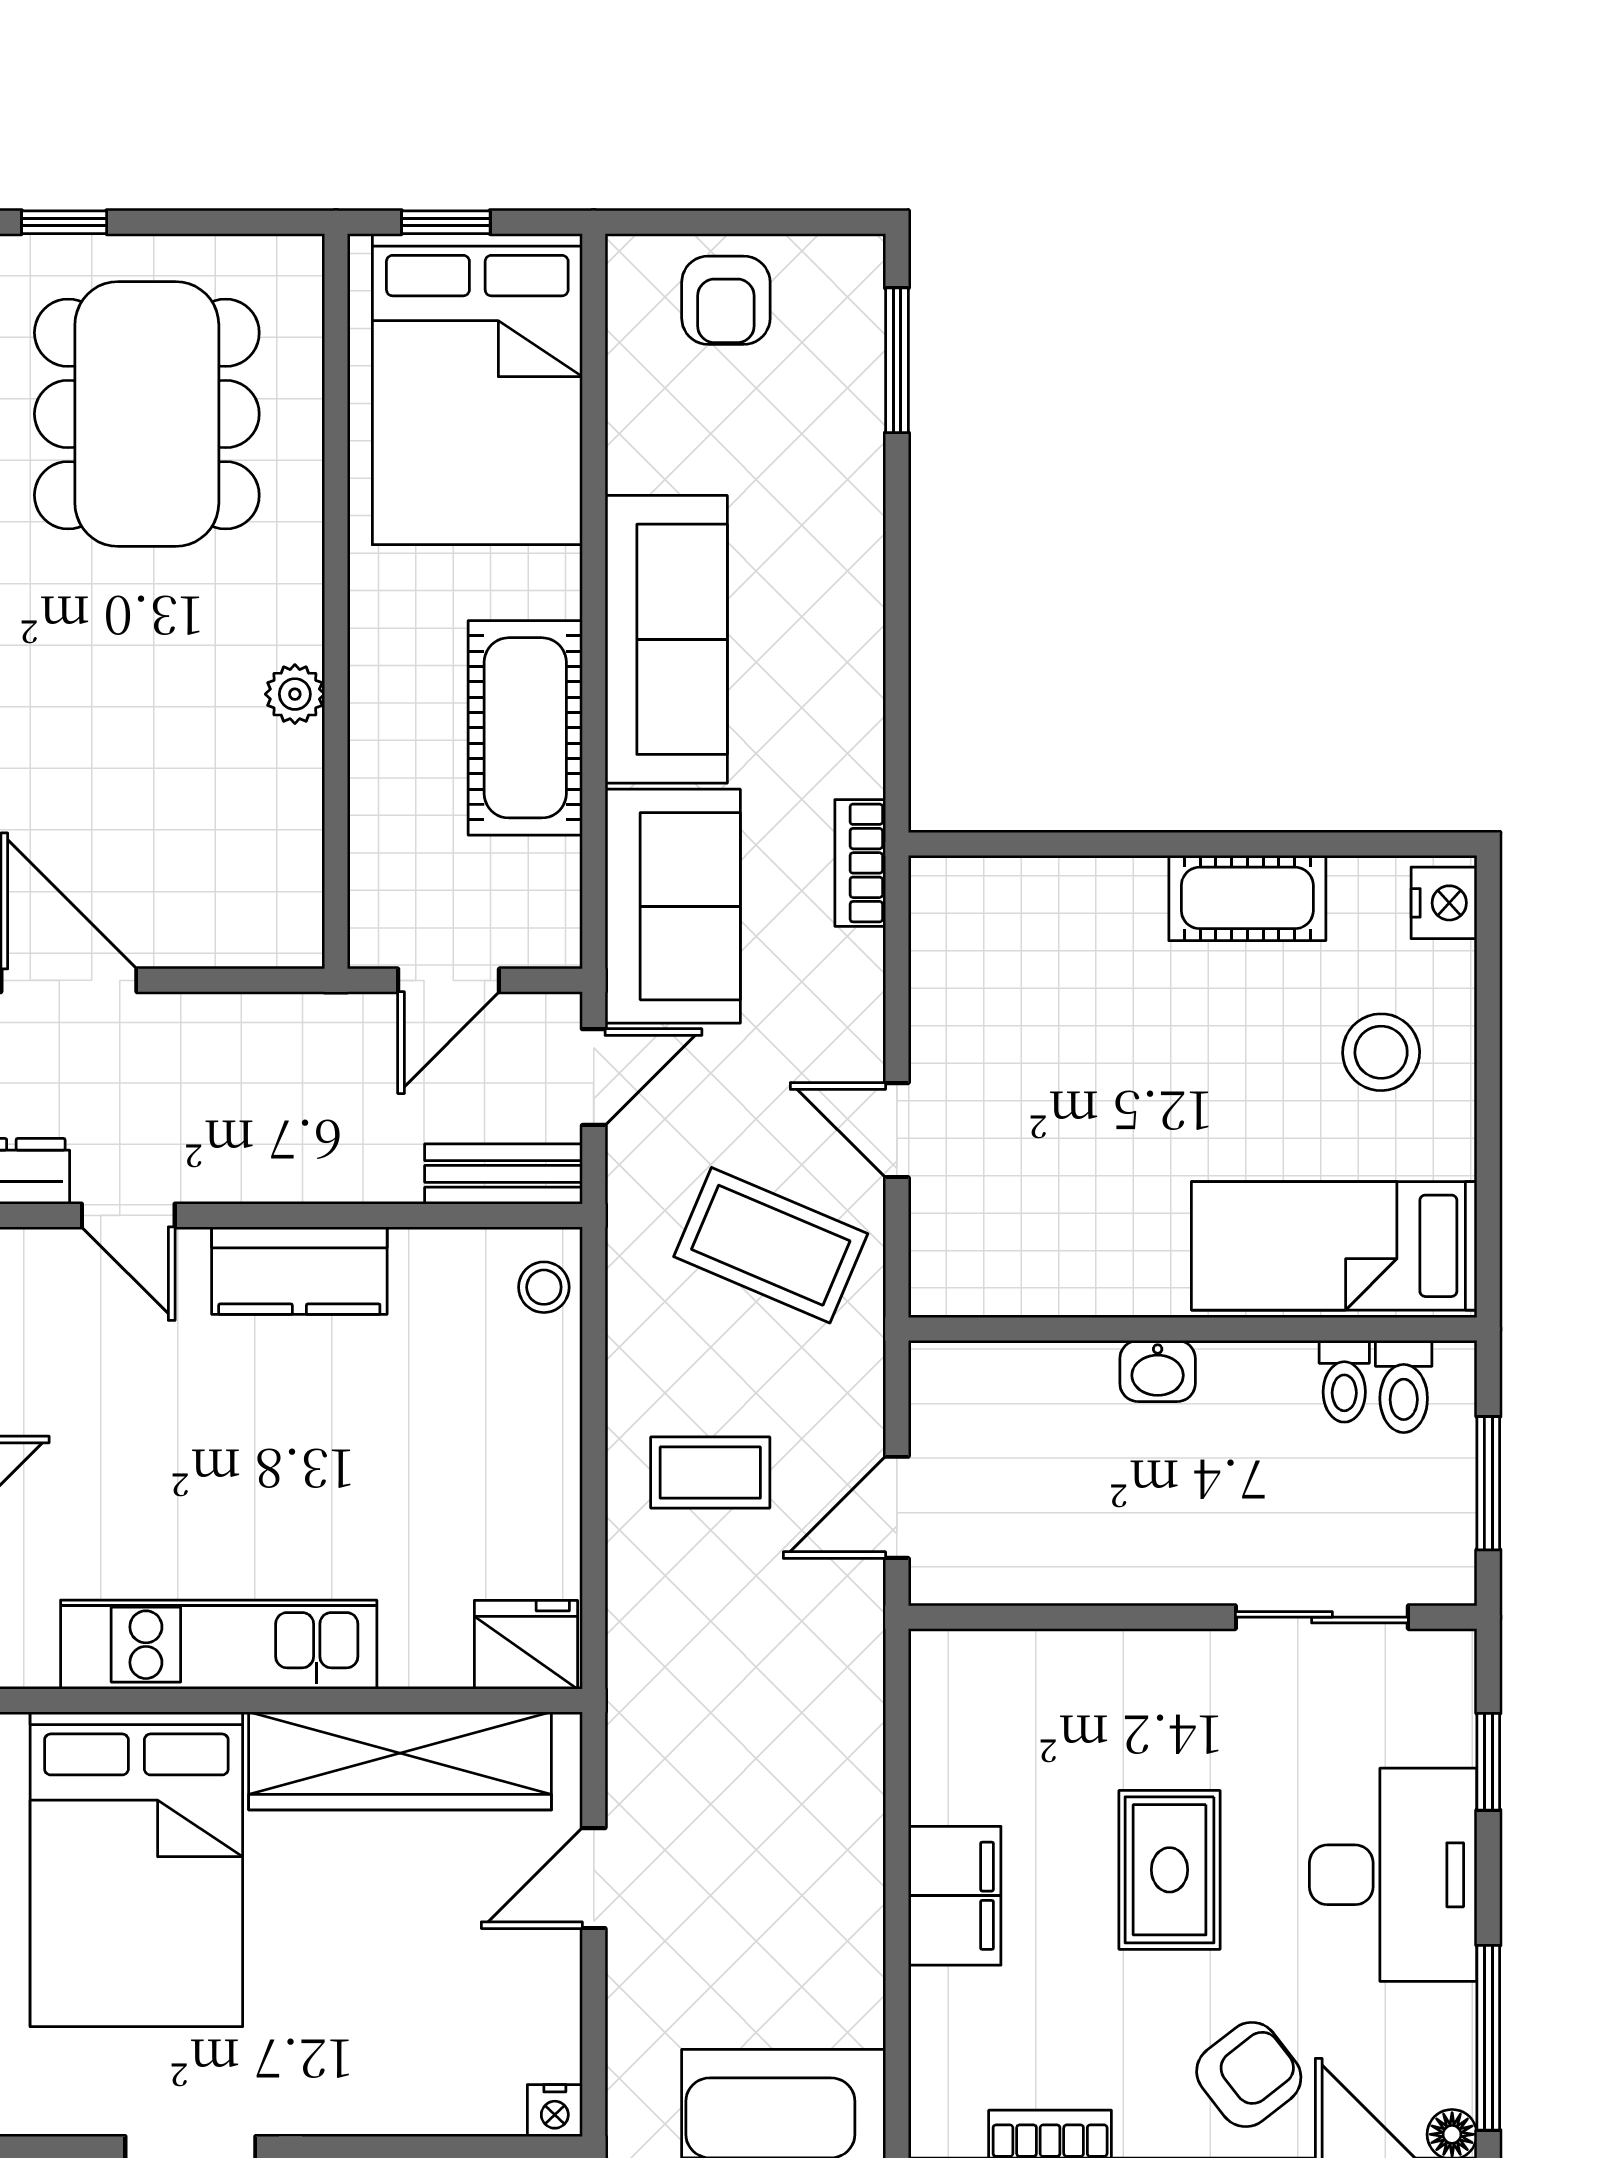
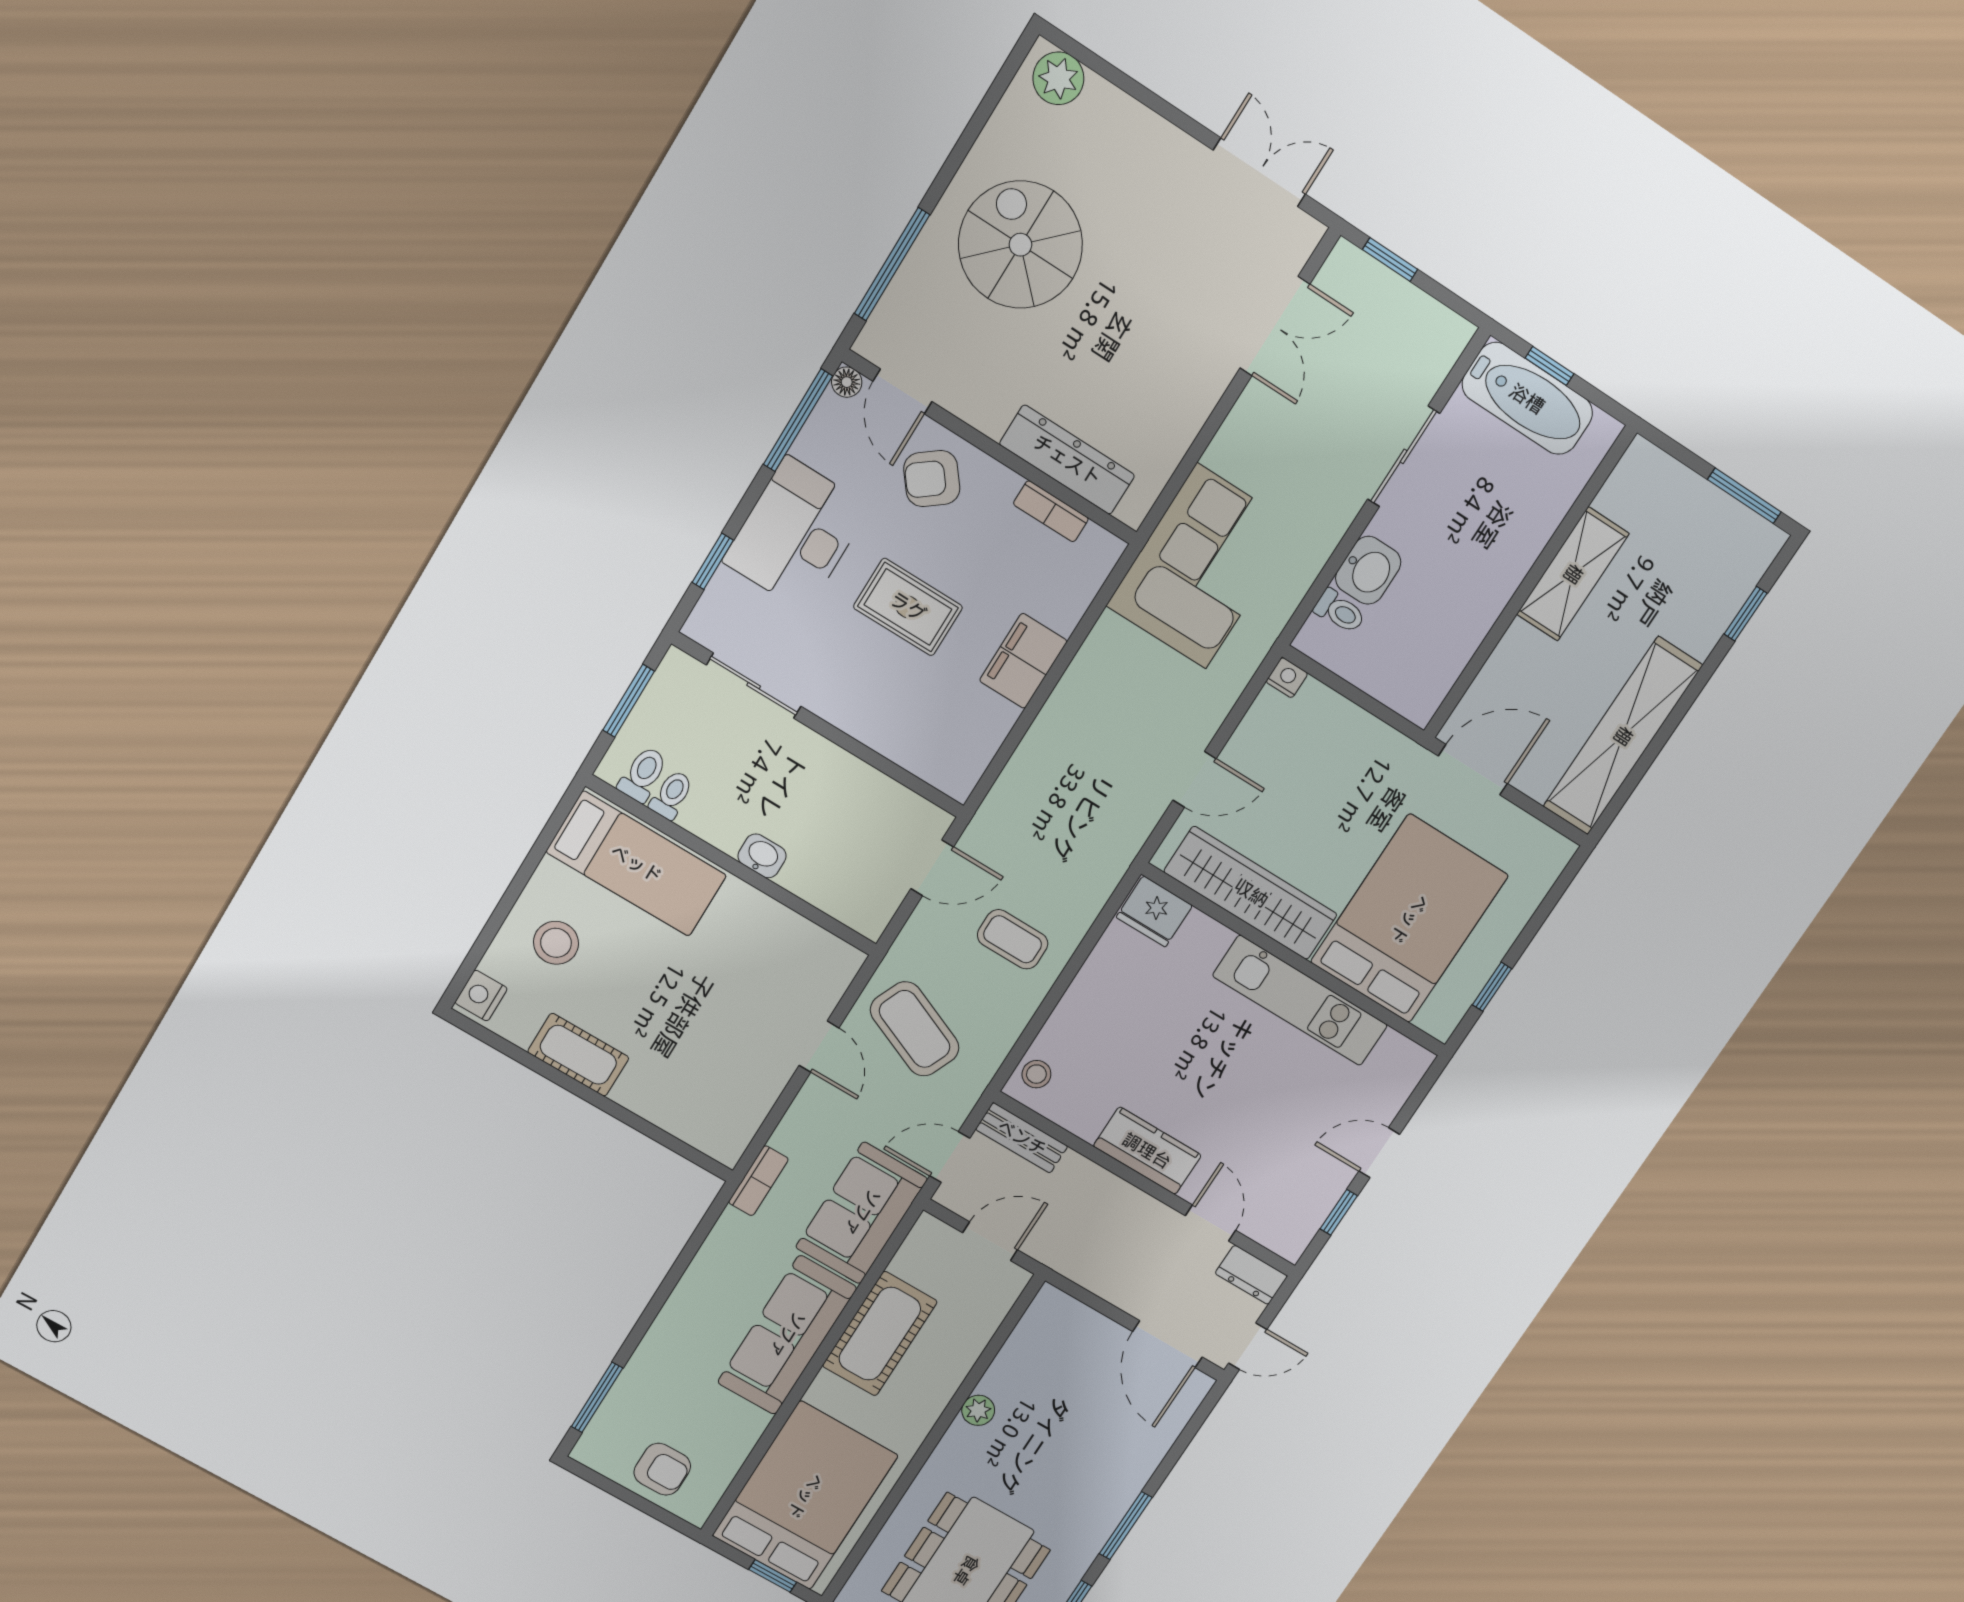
armchair: (726, 300) -> (662, 1469), turned 90
rug: (1170, 1870) -> (908, 607), turned 90

